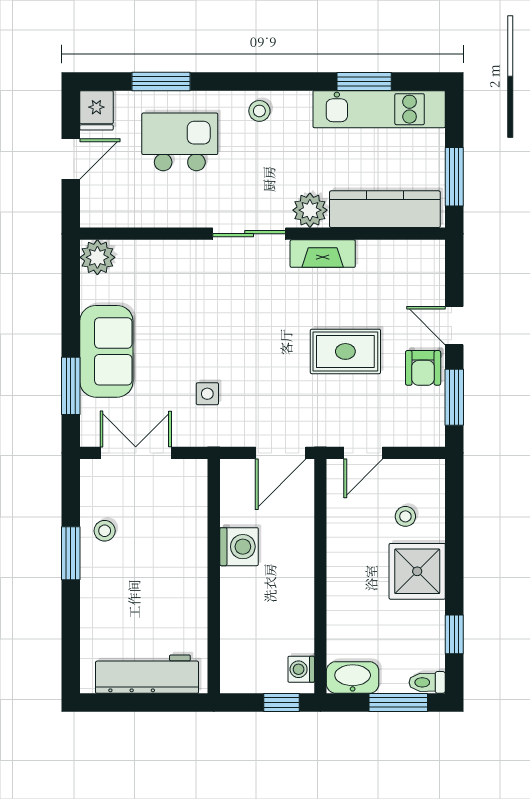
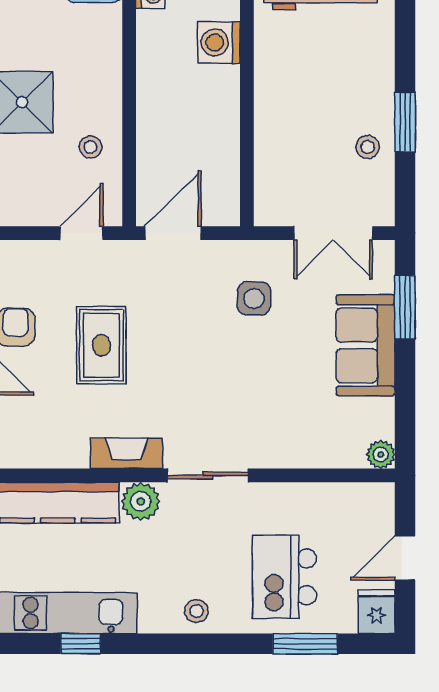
window: (364, 81) -> (81, 644), width x0.67
kitchen island: (180, 142) -> (284, 577), turned 90
plant: (97, 257) -> (381, 455), width x0.73, depth x0.73
rug: (345, 351) -> (101, 345), turned 90
side table: (207, 394) -> (254, 299), width x1.37, depth x1.37
stool: (405, 516) -> (91, 147), moved
washing machine: (239, 547) -> (219, 43), moved

